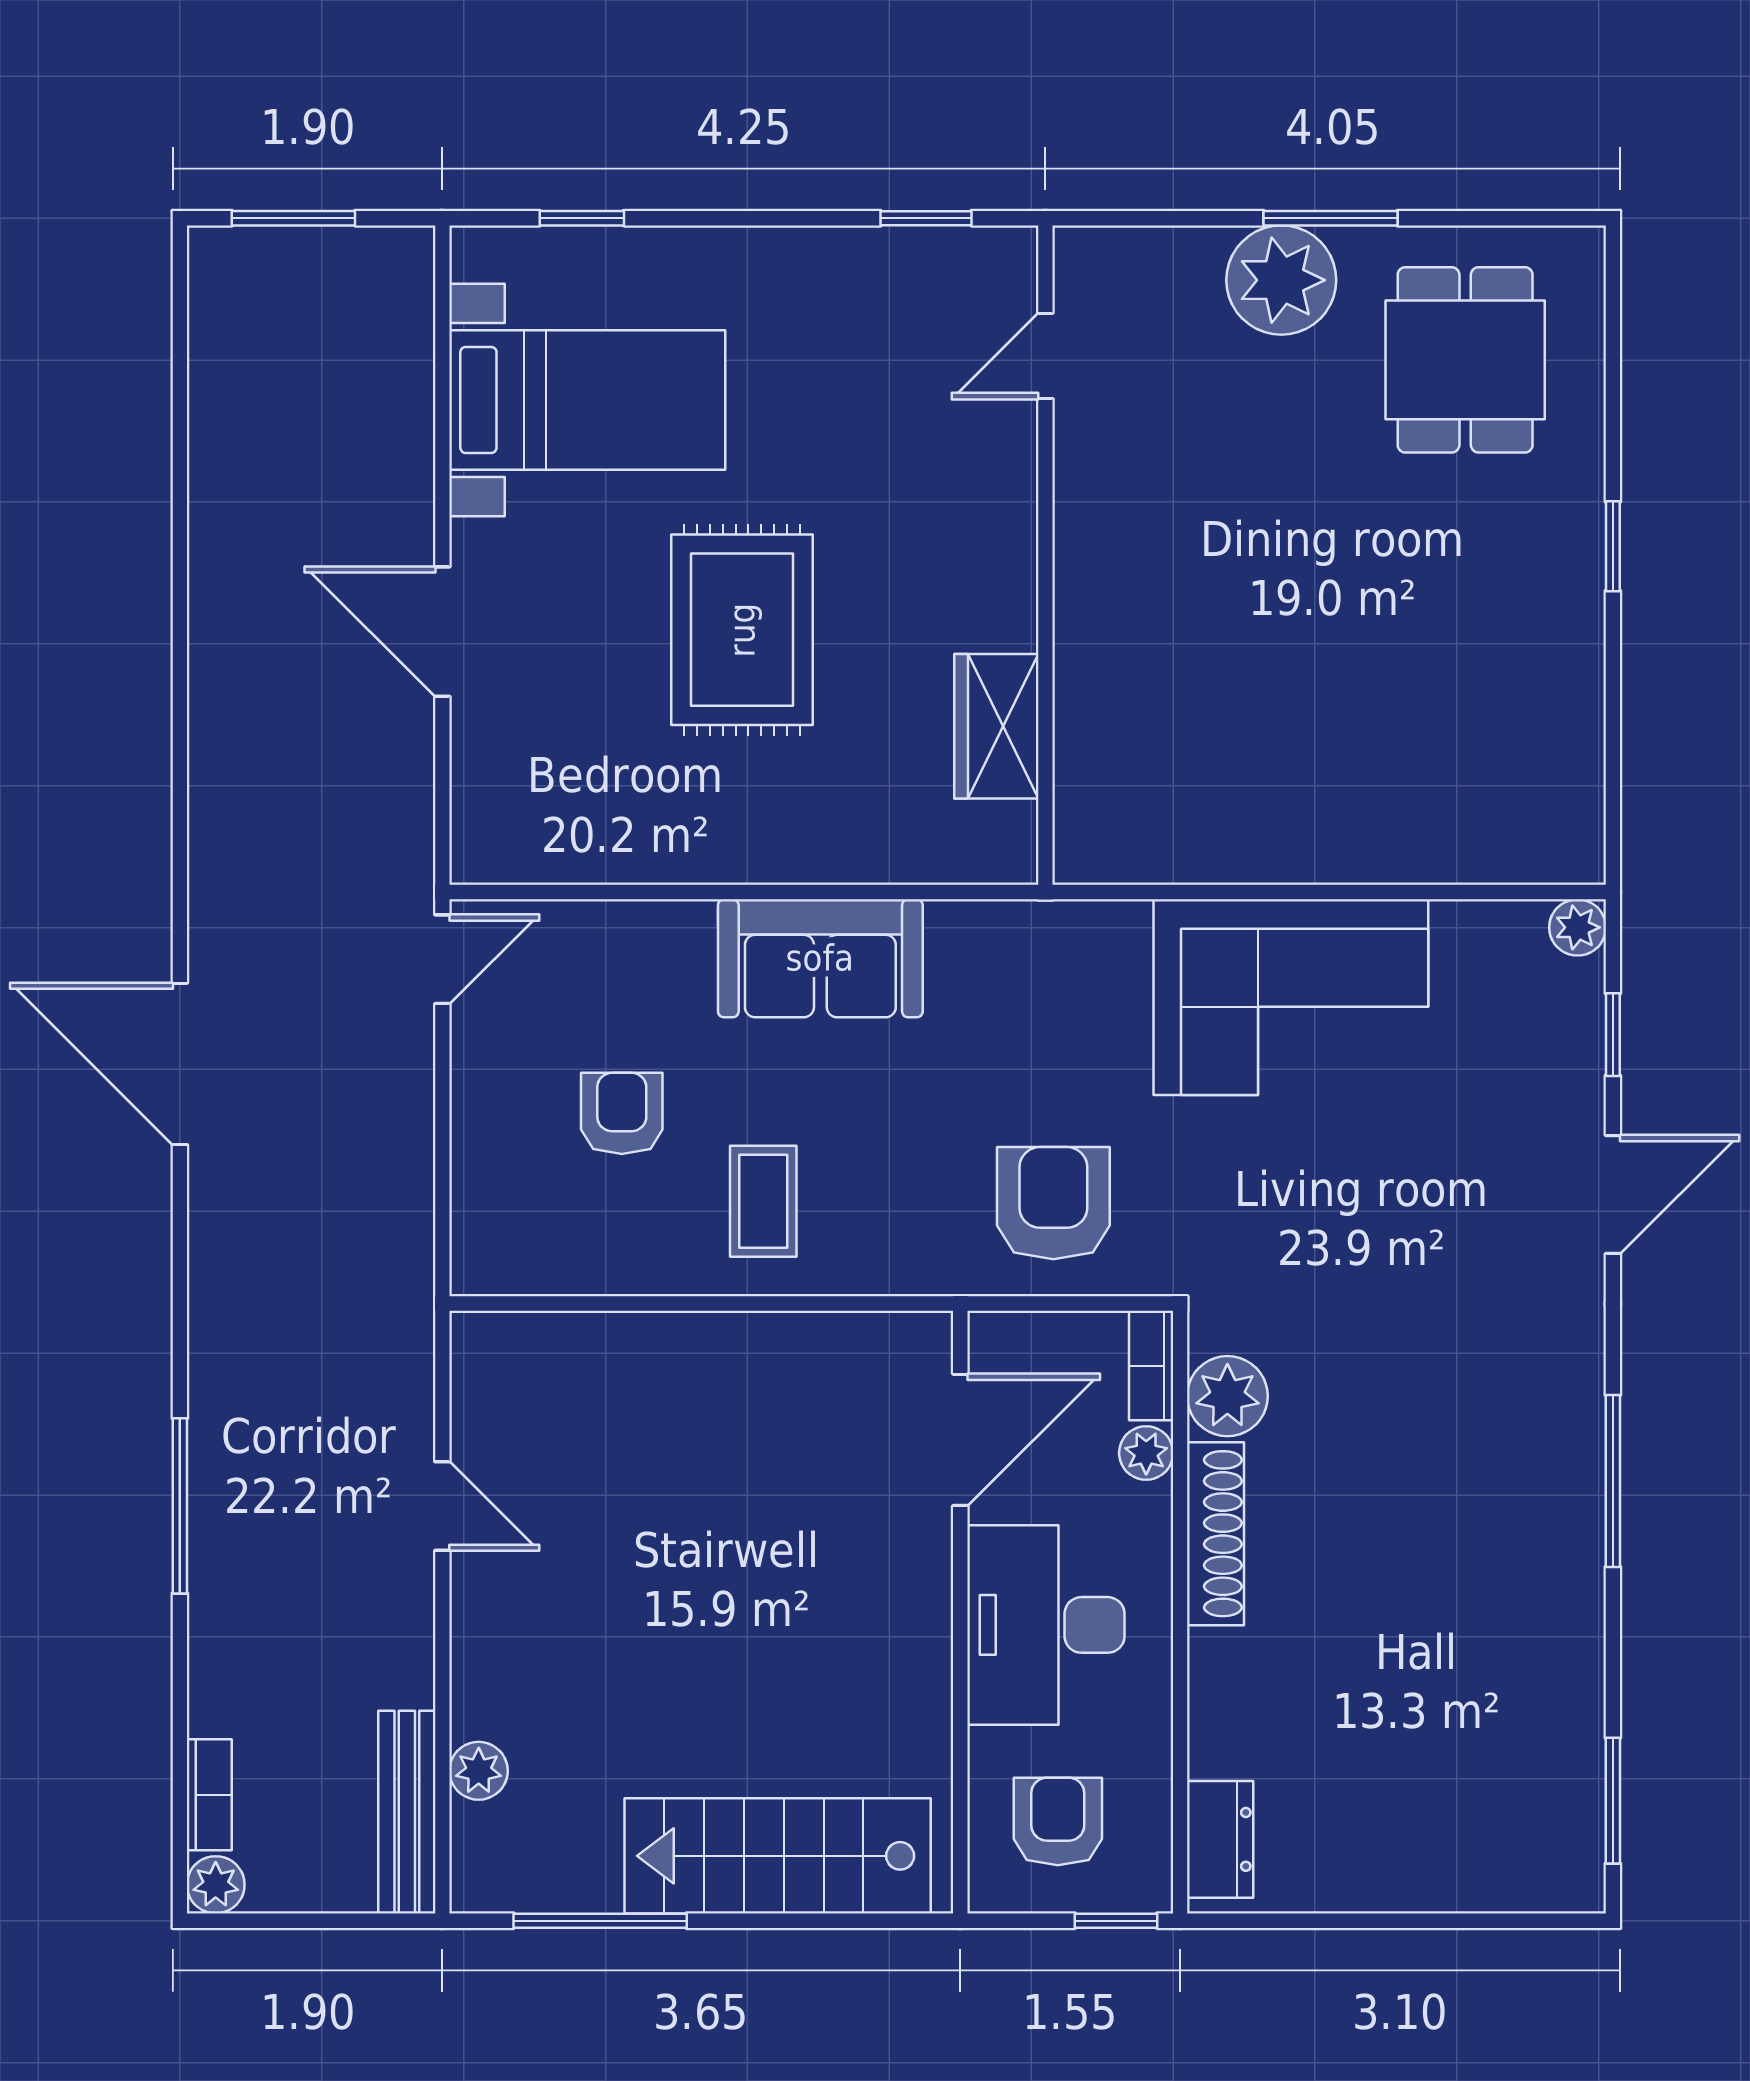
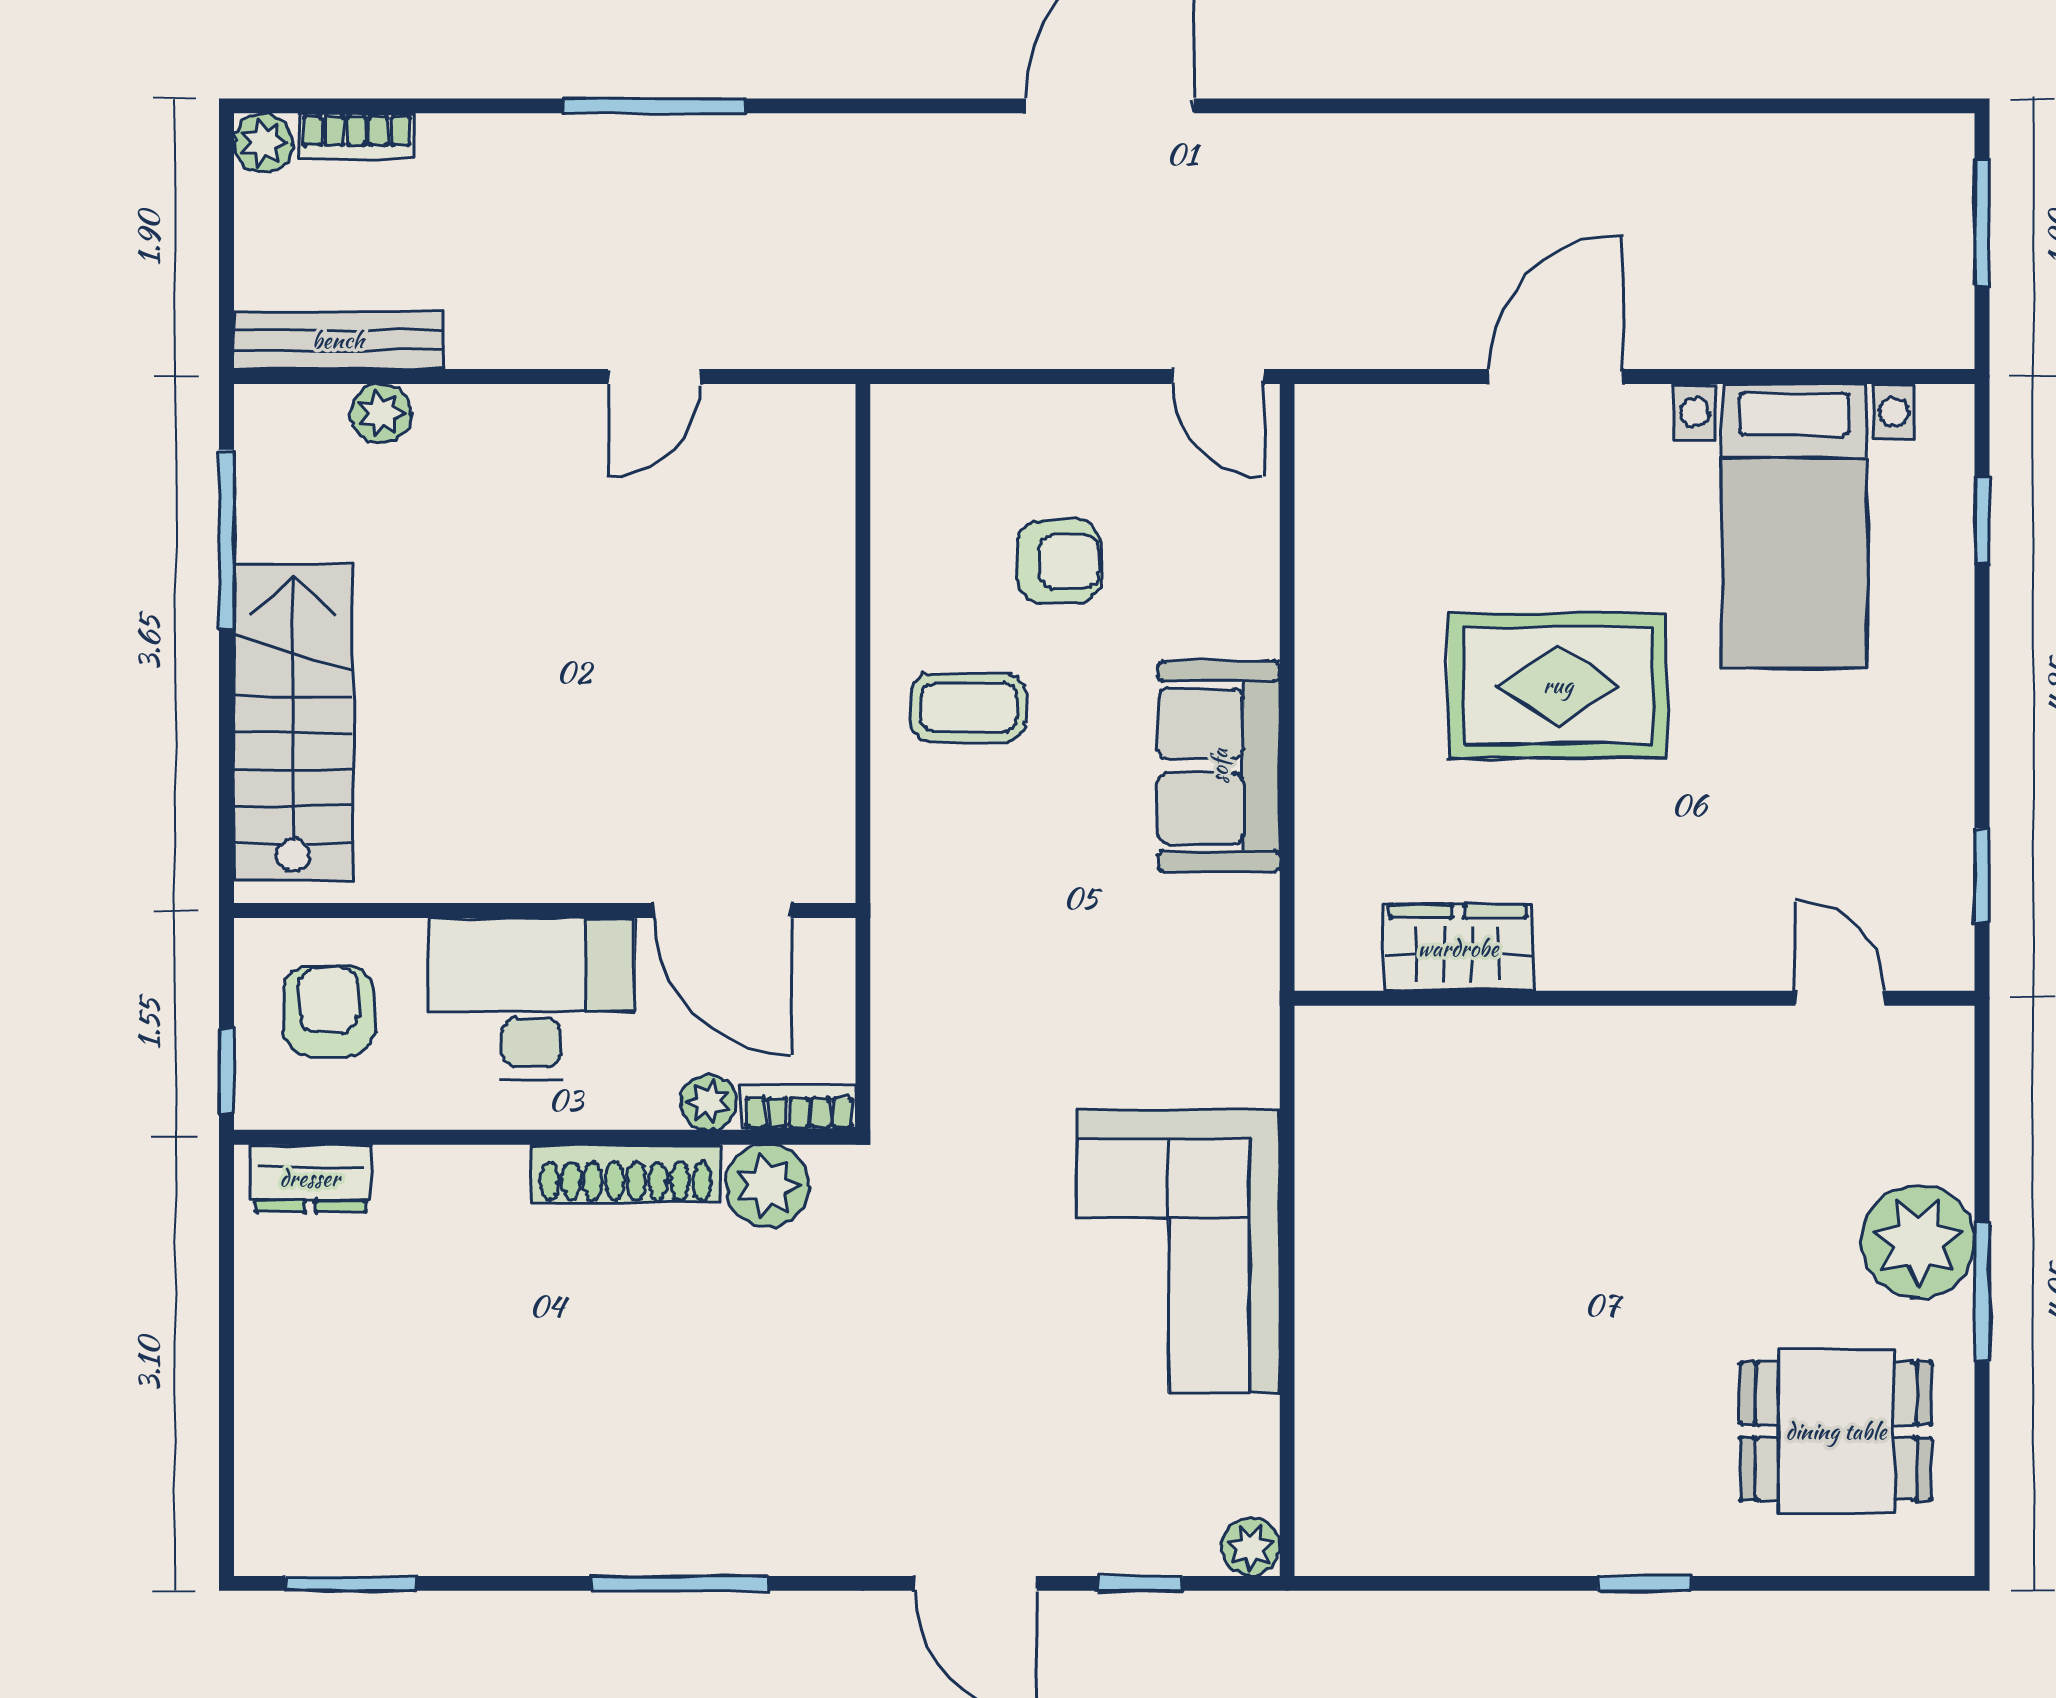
armchair: (1053, 1203) -> (966, 1006), removed
armchair: (1058, 1822) -> (329, 1011), turned -90

